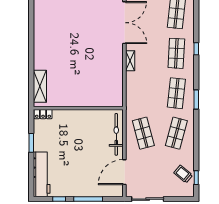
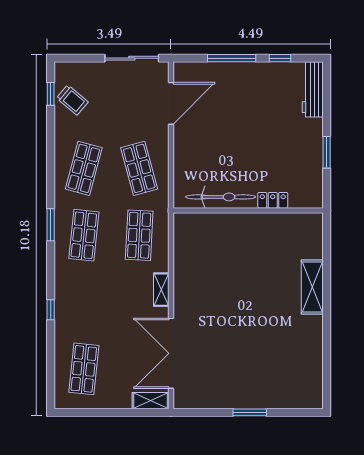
shop shelf: (176, 53) -> (139, 235), moved
shelving: (40, 86) -> (312, 287), moved
locker: (43, 114) -> (273, 200), moved
bicycle: (116, 134) -> (221, 197), moved, turned -90
workbench: (42, 174) -> (313, 89), width x0.73, depth x0.76

